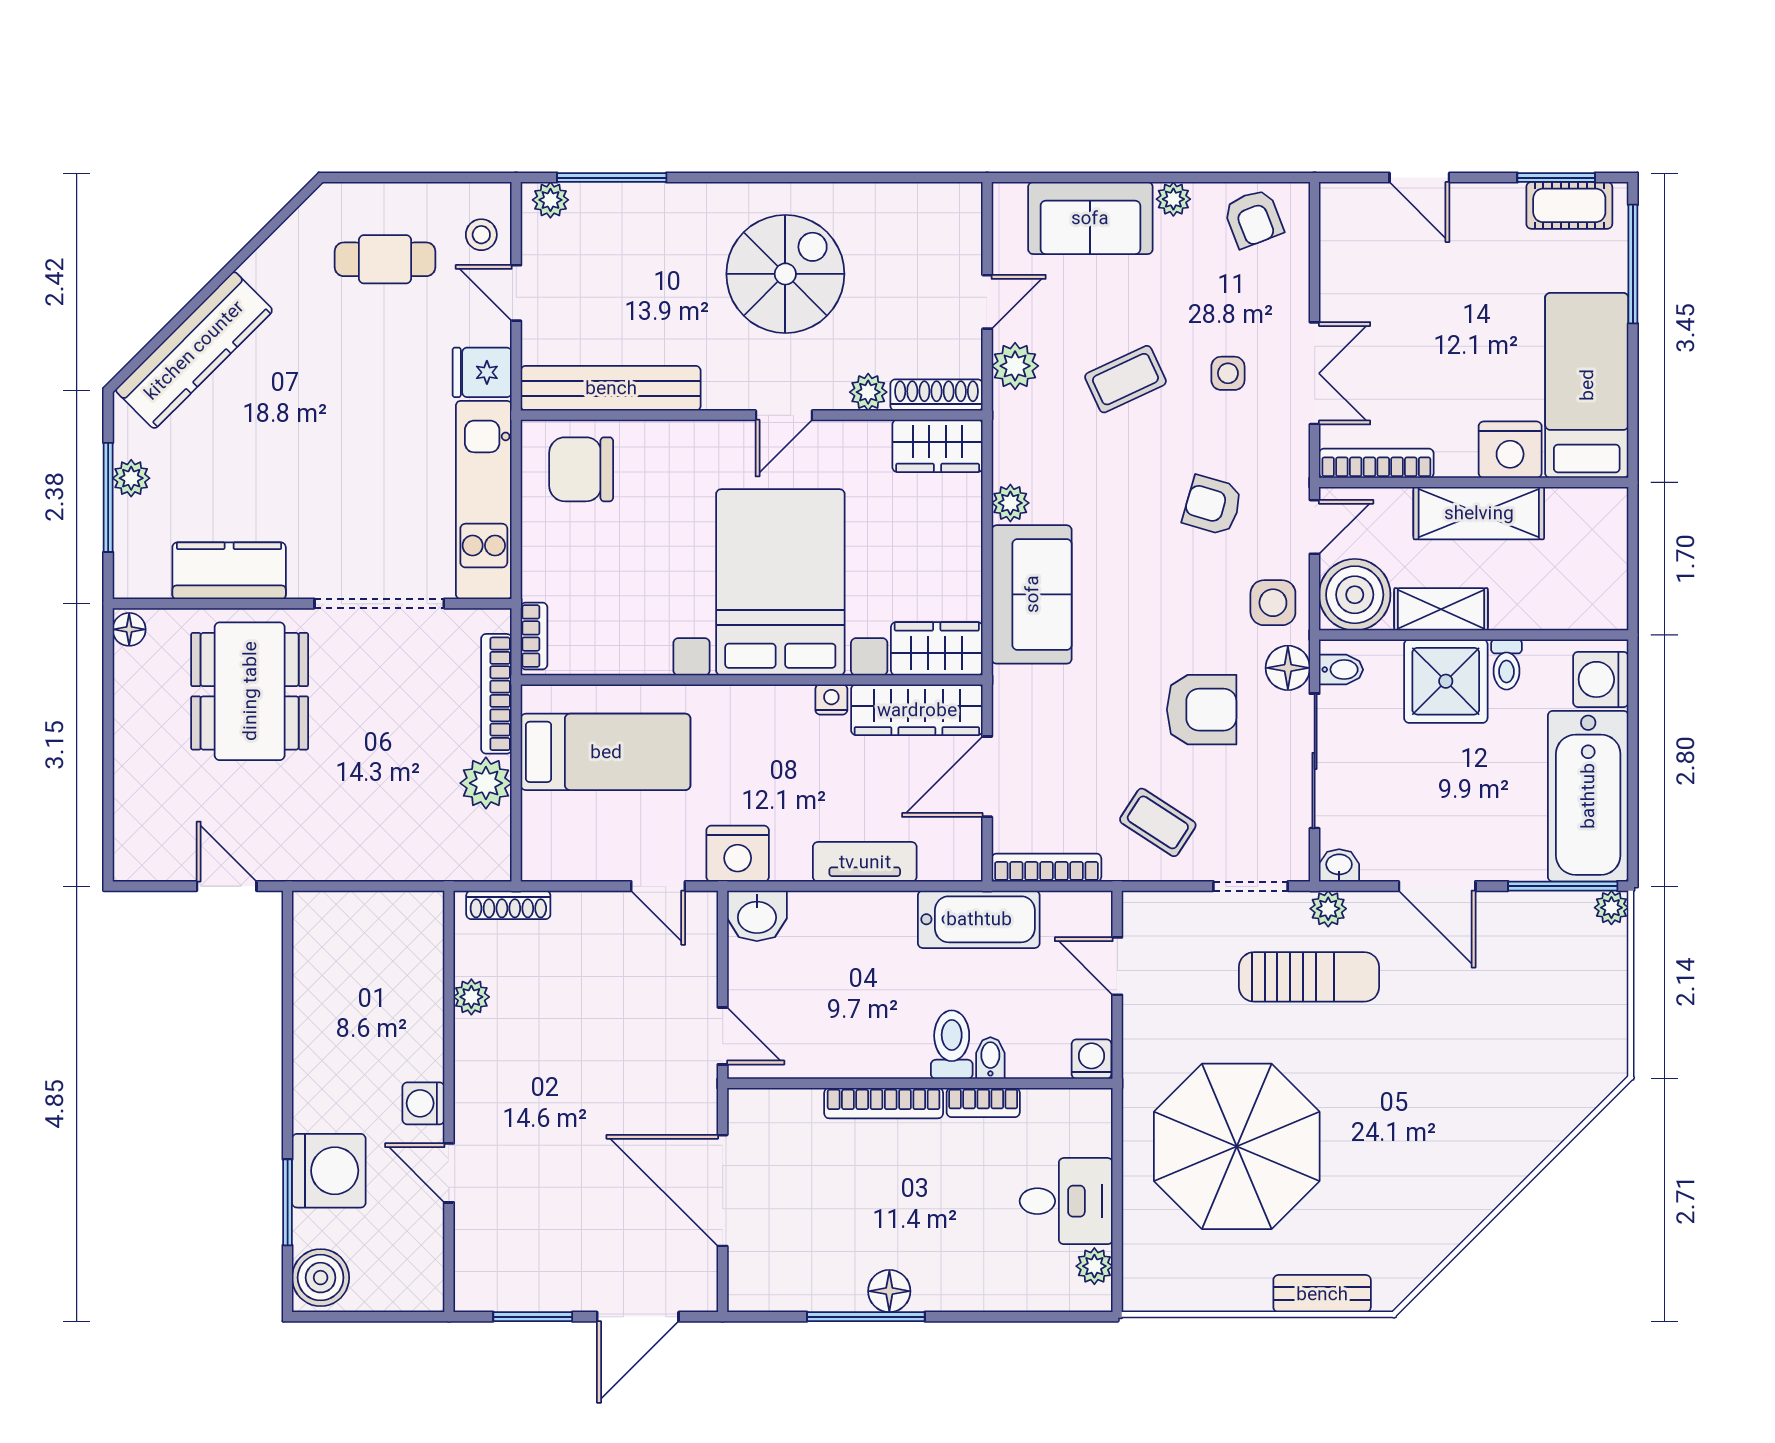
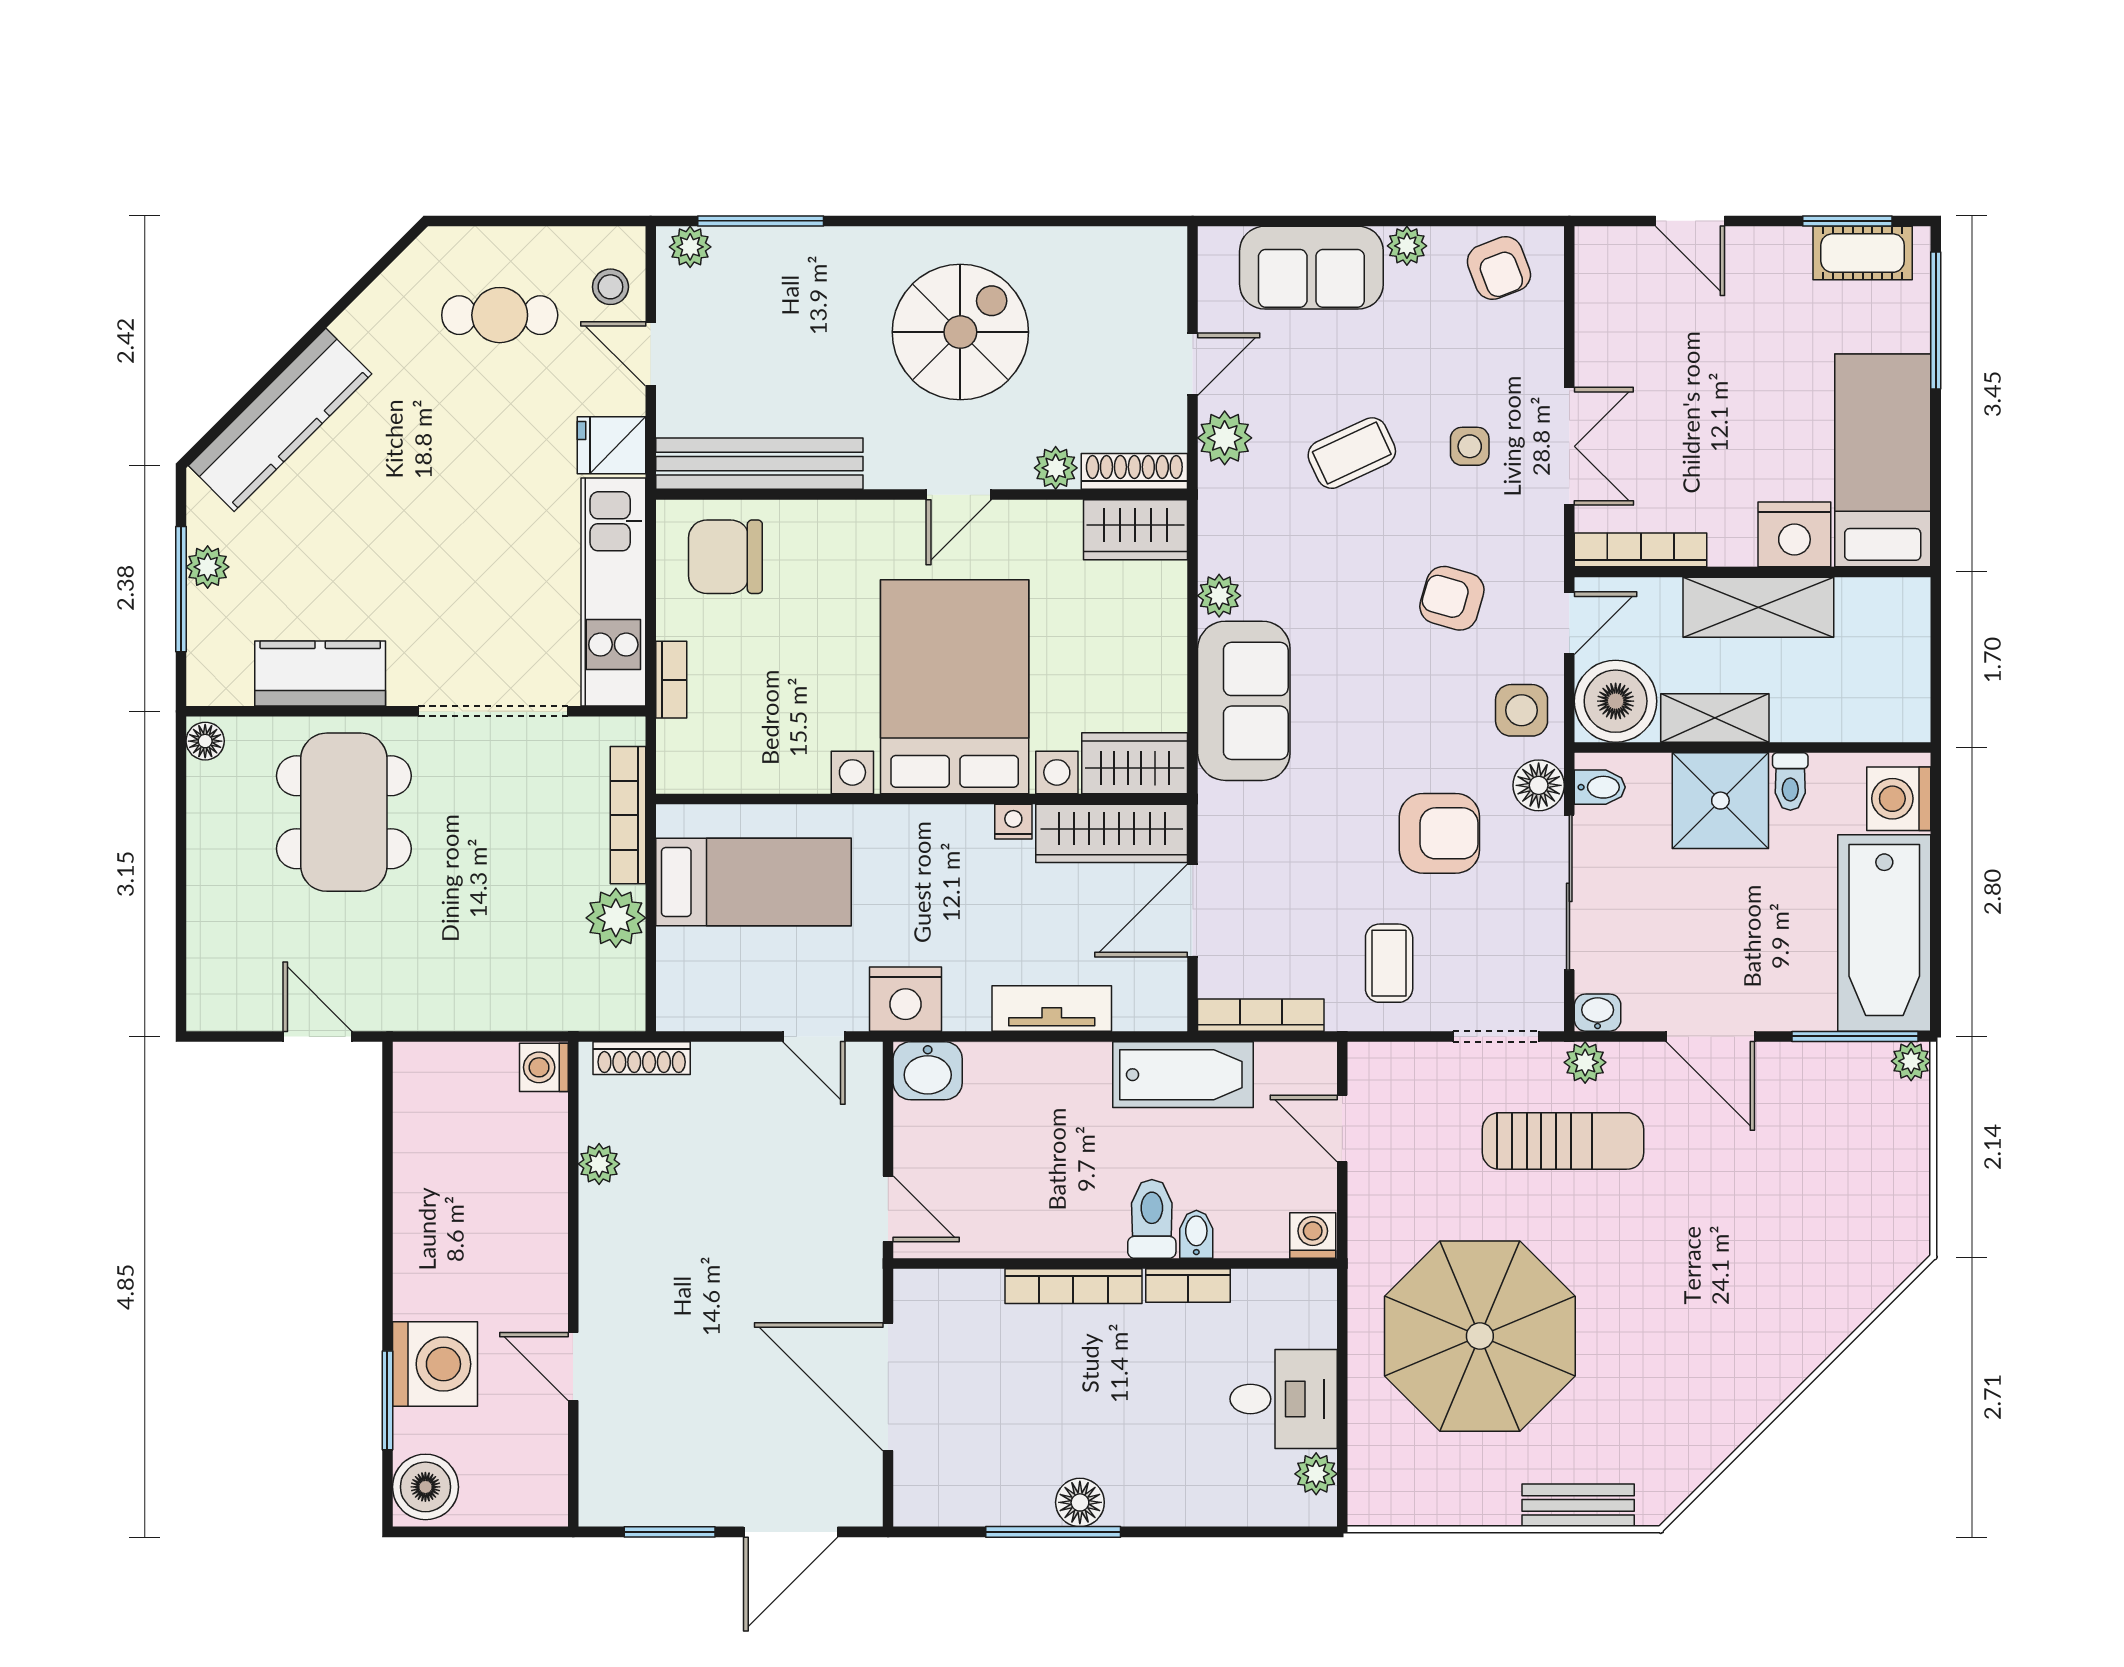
bookcase: (534, 636) -> (671, 680), moved
coffee table: (1158, 822) -> (1389, 963), turned 57
washing machine: (423, 1103) -> (544, 1067), moved

